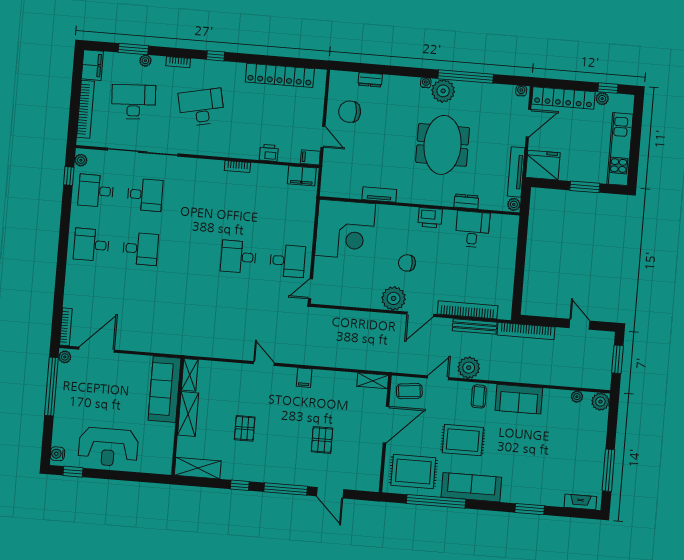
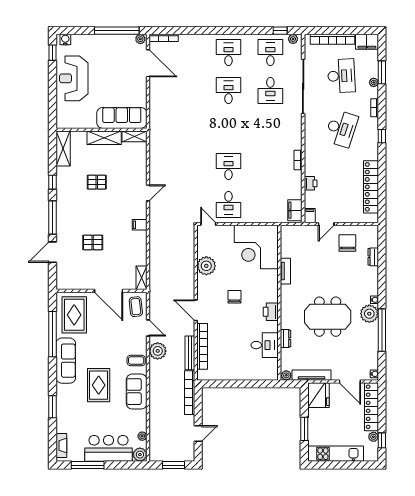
desk: (201, 107) -> (341, 129), turned 30
desk: (140, 249) -> (228, 91), turned 180
plant: (394, 298) -> (206, 266), moved
rug: (463, 440) -> (99, 385), moved
bar counter: (589, 441) -> (109, 448), added

